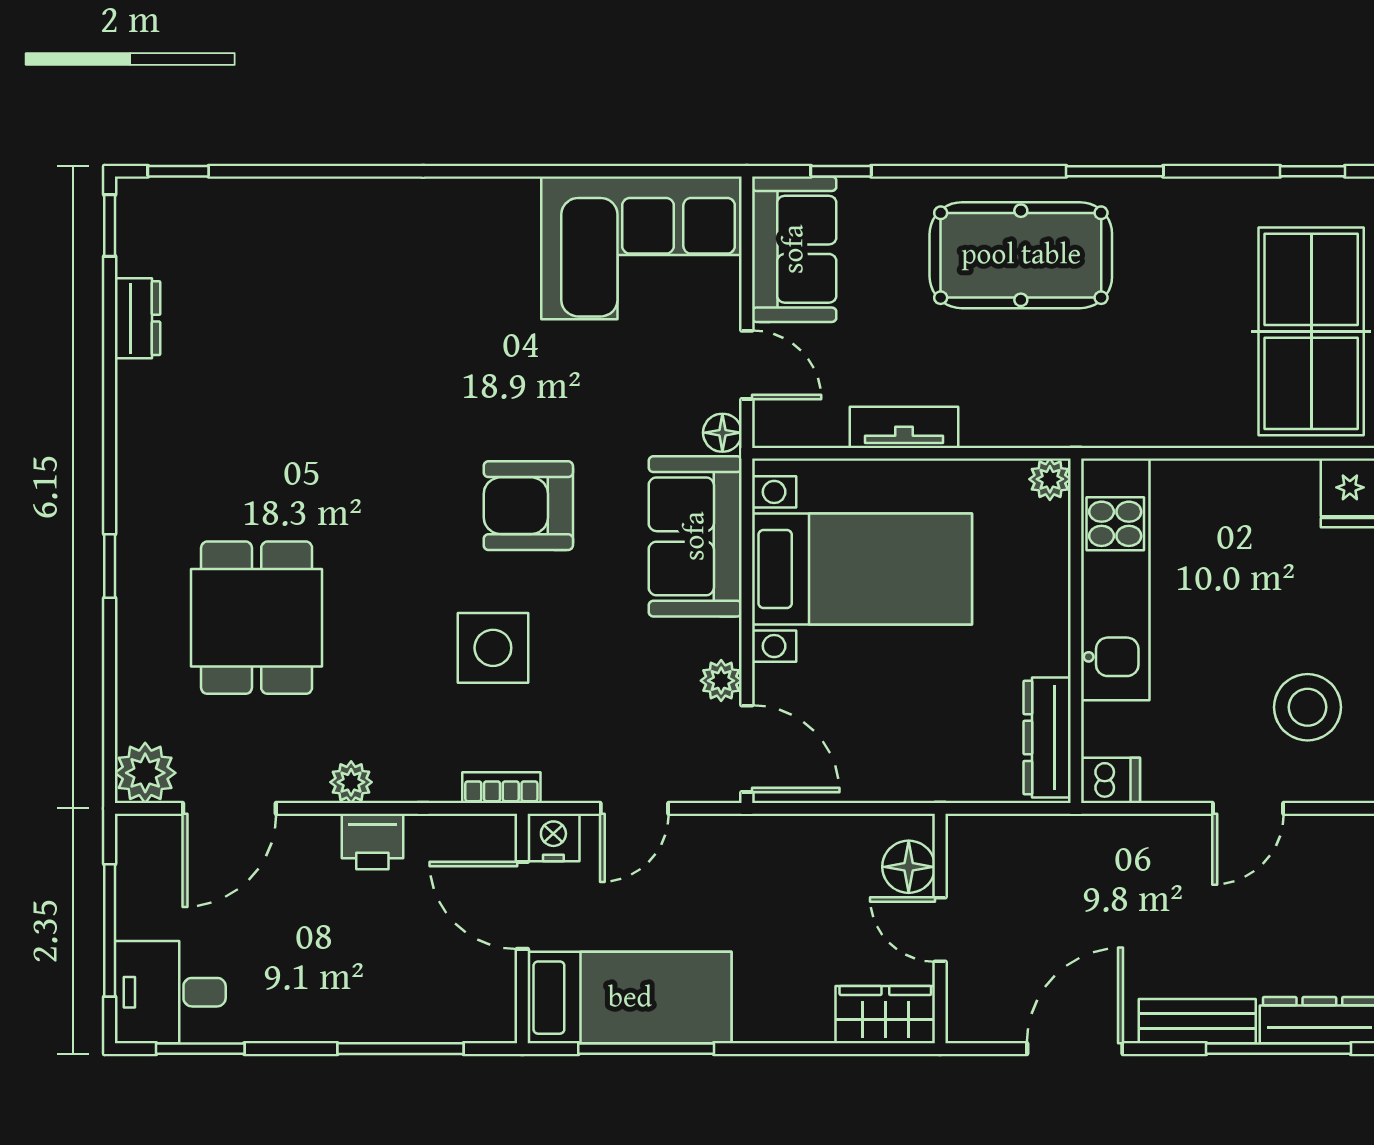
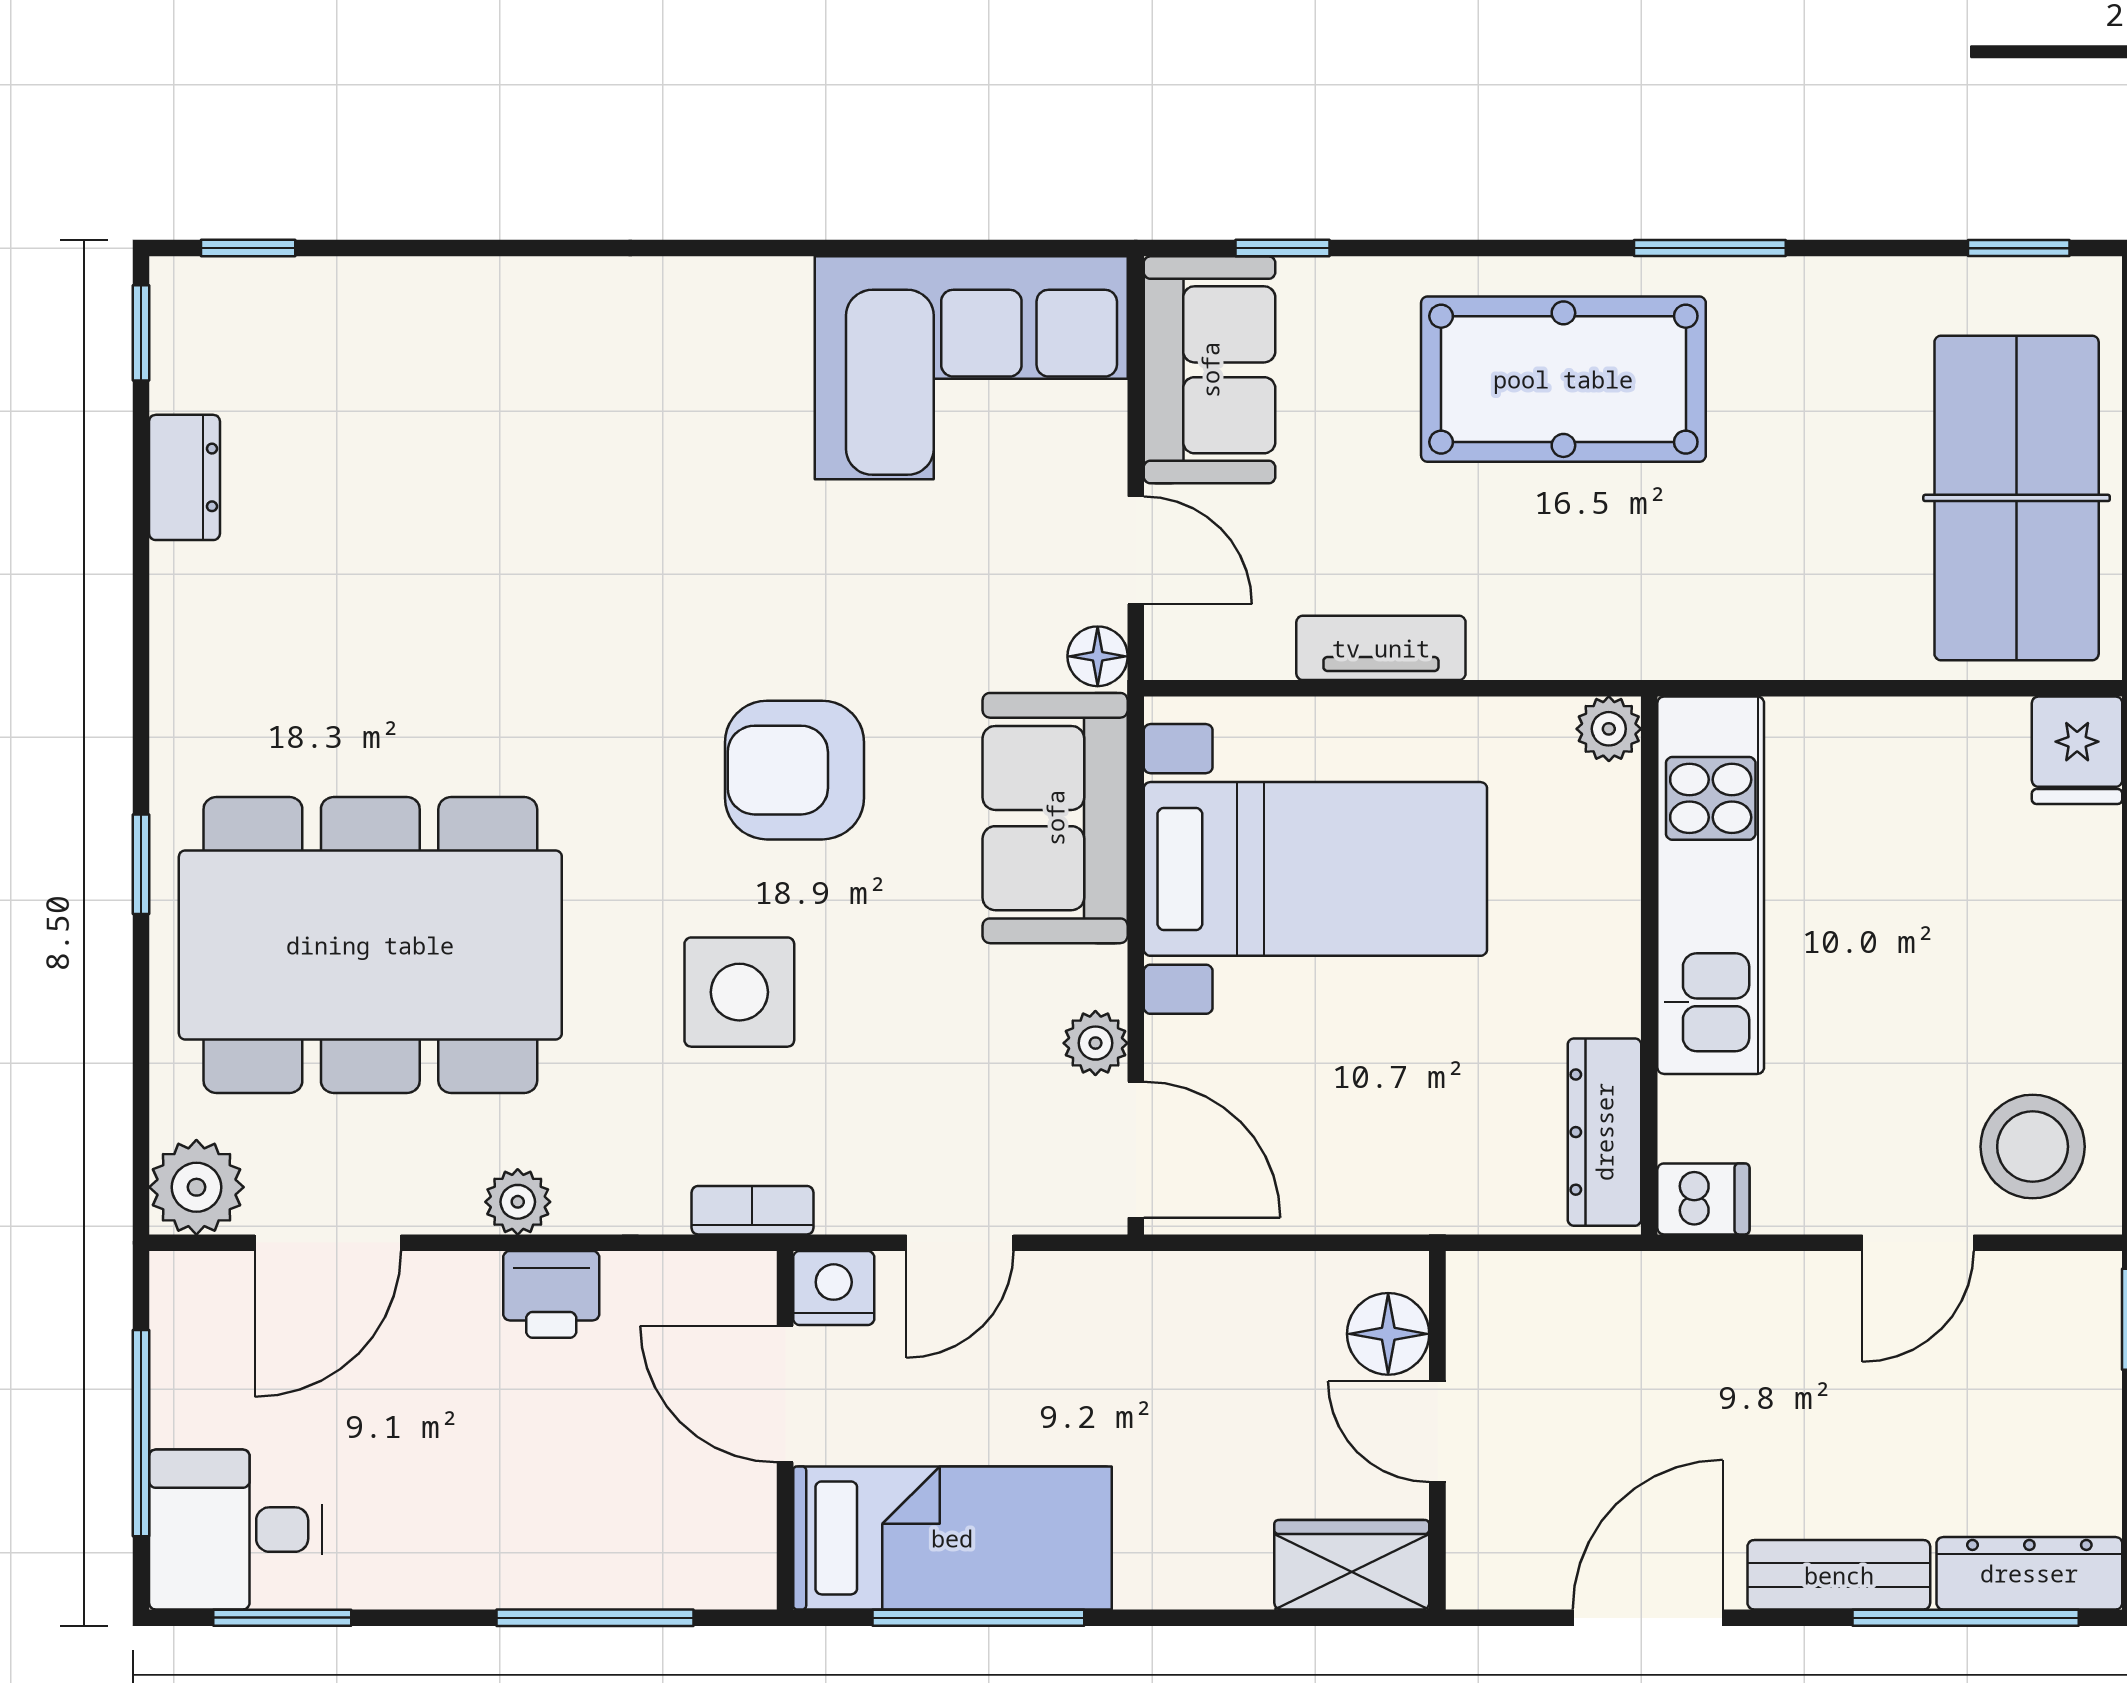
dining table: (257, 618) -> (370, 945), width x1.88, depth x1.24
stool: (1308, 707) -> (2033, 1147), moved

